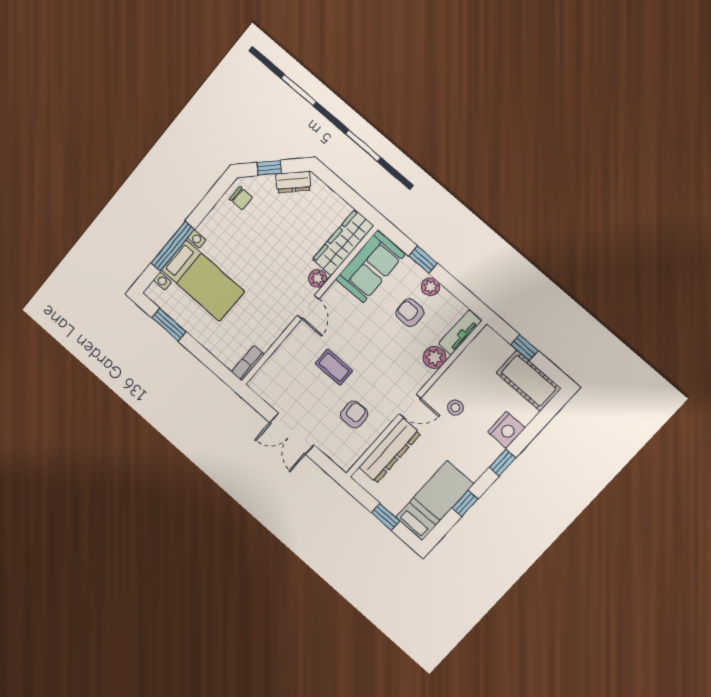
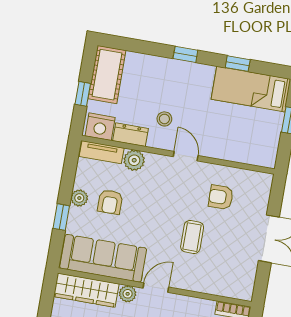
sofa: (370, 267) -> (103, 258), width x1.36
nightstand: (506, 430) -> (100, 127), moved, turned 180
dresser: (390, 451) -> (131, 135), moved, width x0.51, depth x0.80

